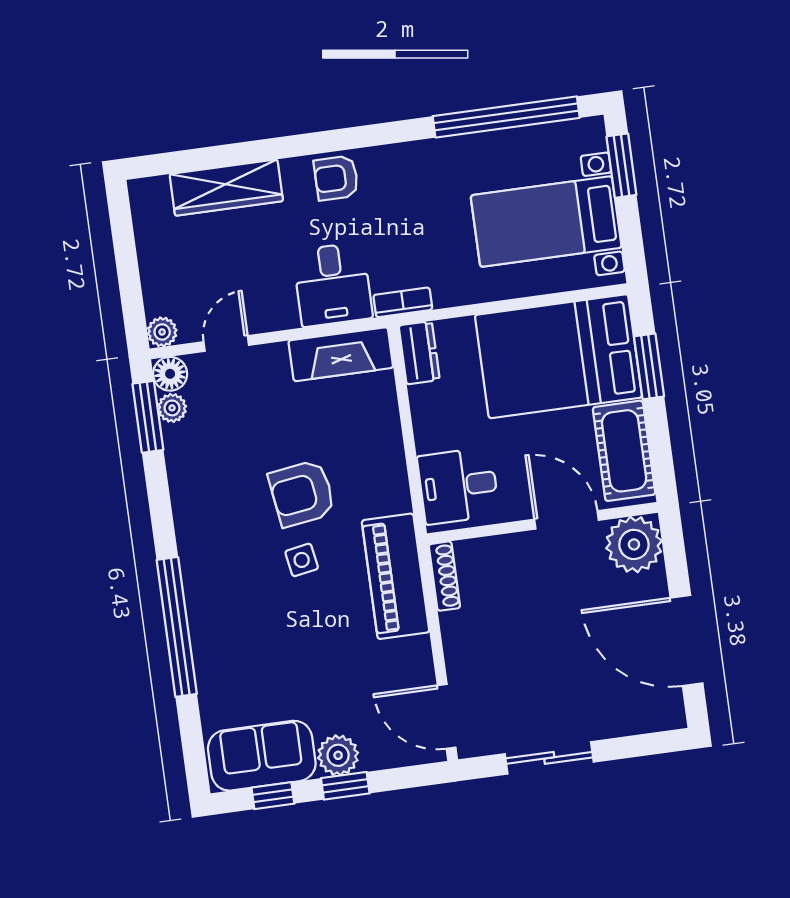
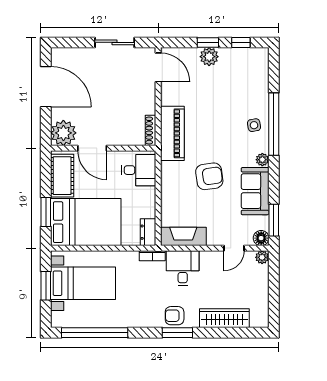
window: (325, 142) -> (177, 333), added
window: (621, 166) -> (46, 286), moved
armchair: (336, 178) -> (175, 316), turned 180
plant: (172, 408) -> (262, 160), moved
side table: (302, 560) -> (254, 125), moved
sofa: (262, 756) -> (255, 191), moved, turned 90

